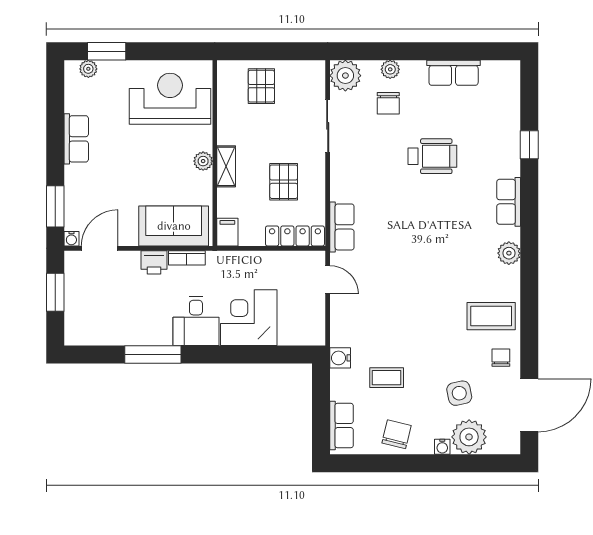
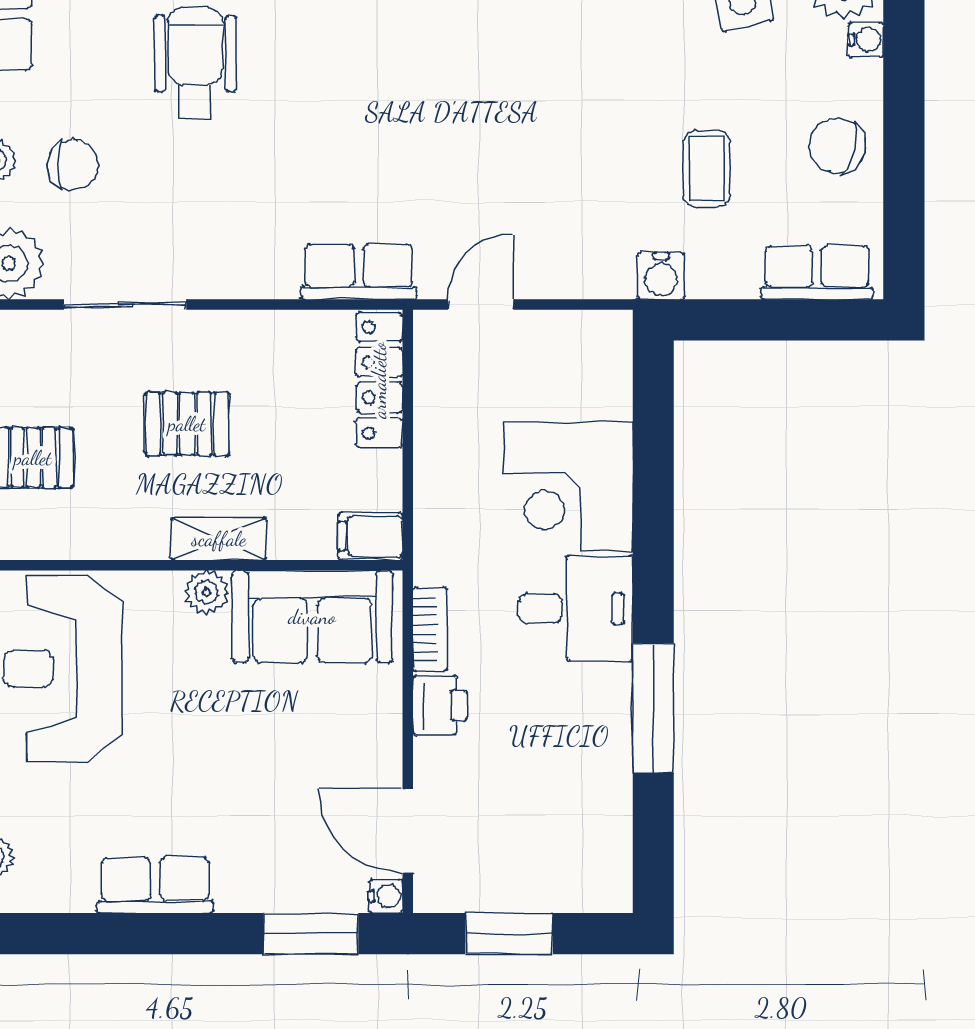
pallet: (284, 182) -> (187, 424), moved
sofa: (174, 226) -> (312, 617), moved, turned -90

